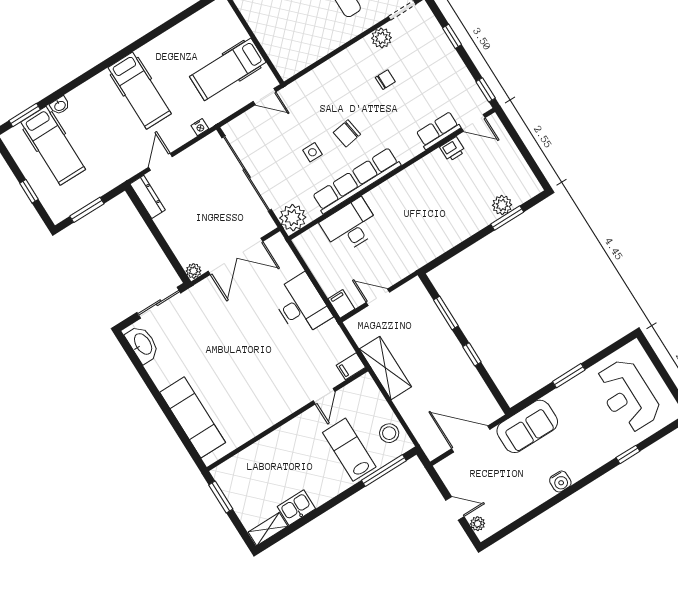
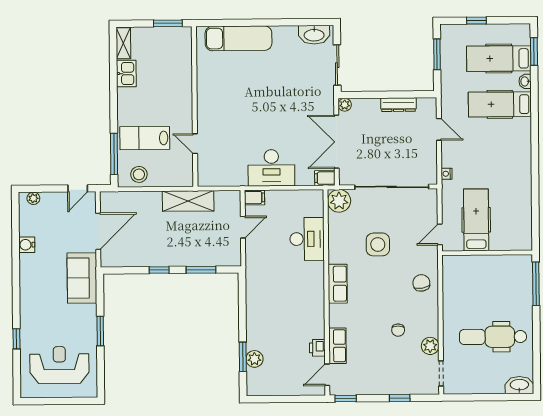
hospital bed: (140, 91) -> (500, 104), moved
chair: (347, 133) -> (421, 283), moved
side table: (312, 152) -> (378, 244), width x1.87, depth x1.87
row of seats: (356, 181) -> (338, 284), width x0.50
dresser: (148, 197) -> (399, 105), moved
filing cabinet: (351, 366) -> (325, 178), moved, turned -90
lab bench: (349, 450) -> (145, 138), turned 180
water cooler: (560, 482) -> (27, 245), moved
door: (455, 508) -> (78, 188), moved

